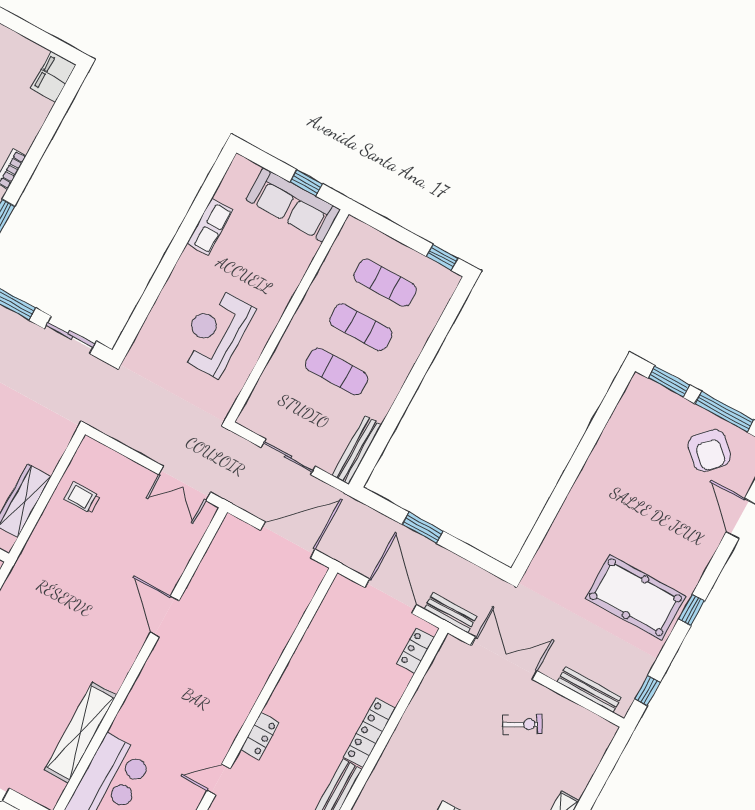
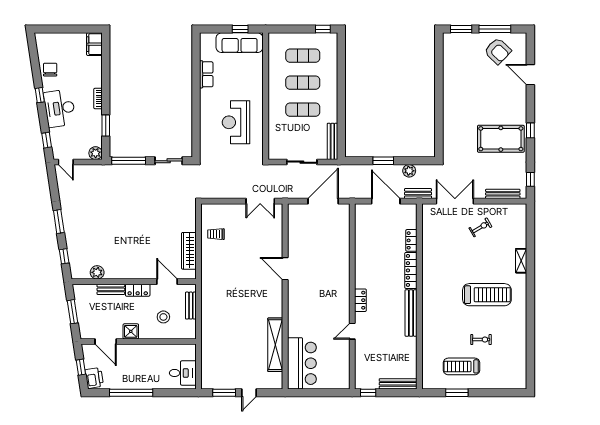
plant: (456, 567) -> (409, 171), added
locker: (416, 650) -> (411, 240), moved

